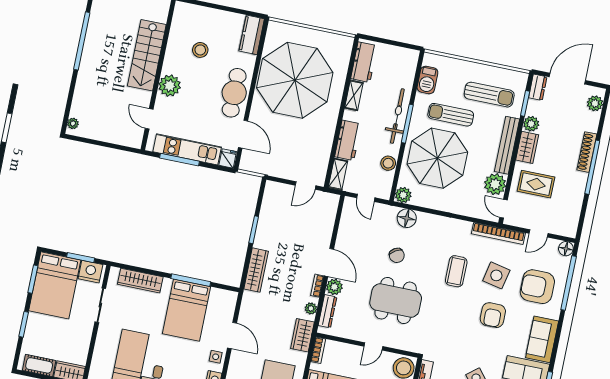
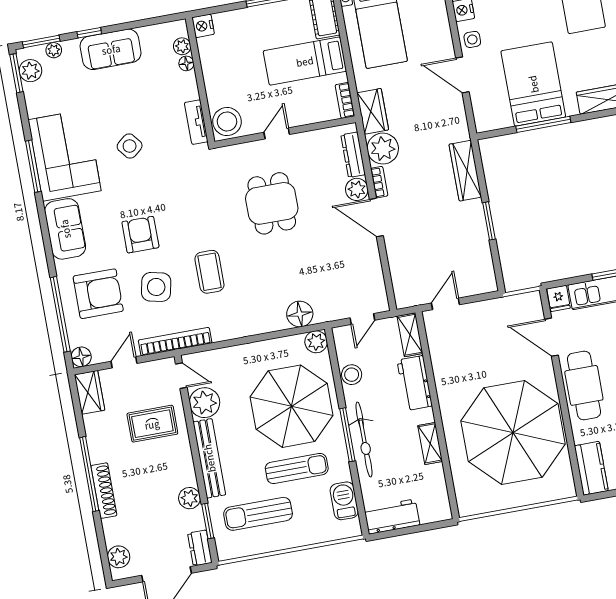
workbench: (364, 62) -> (392, 517), moved, turned 90
wardrobe: (527, 147) -> (90, 392), moved, turned 180
door: (366, 198) -> (362, 319), swing flipped
chair: (397, 255) -> (293, 262), removed
dining table: (396, 301) -> (272, 203), width x0.73
plant: (311, 308) -> (383, 149), width x1.87, depth x1.87

